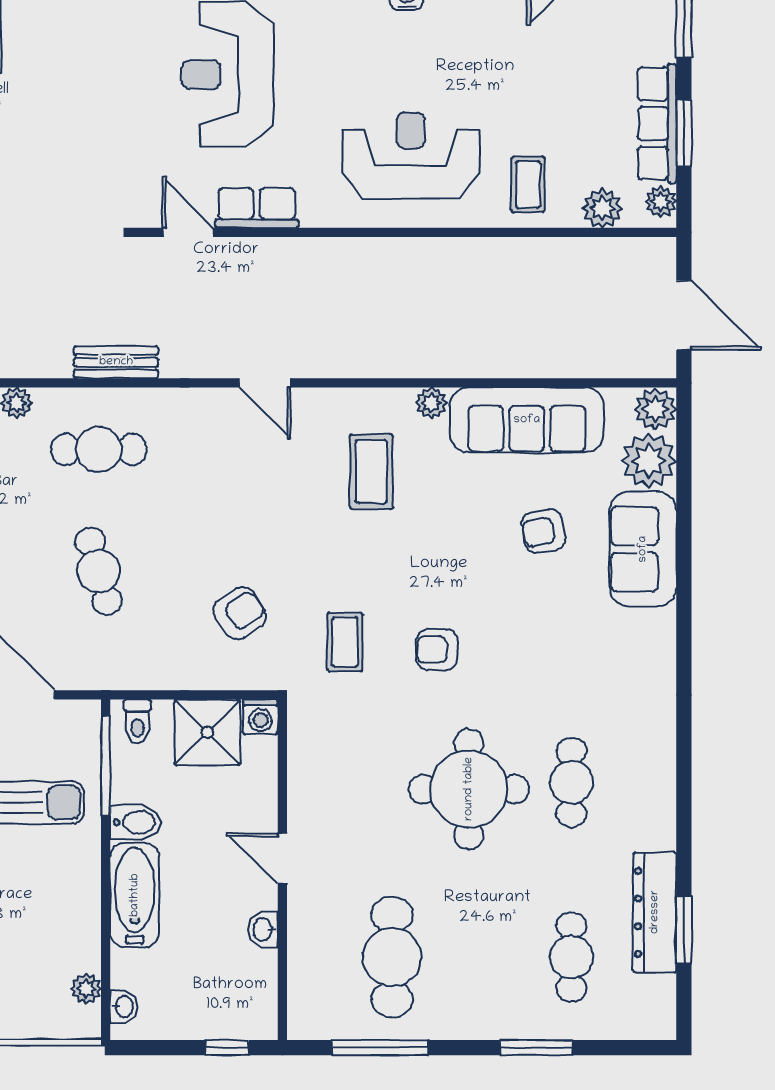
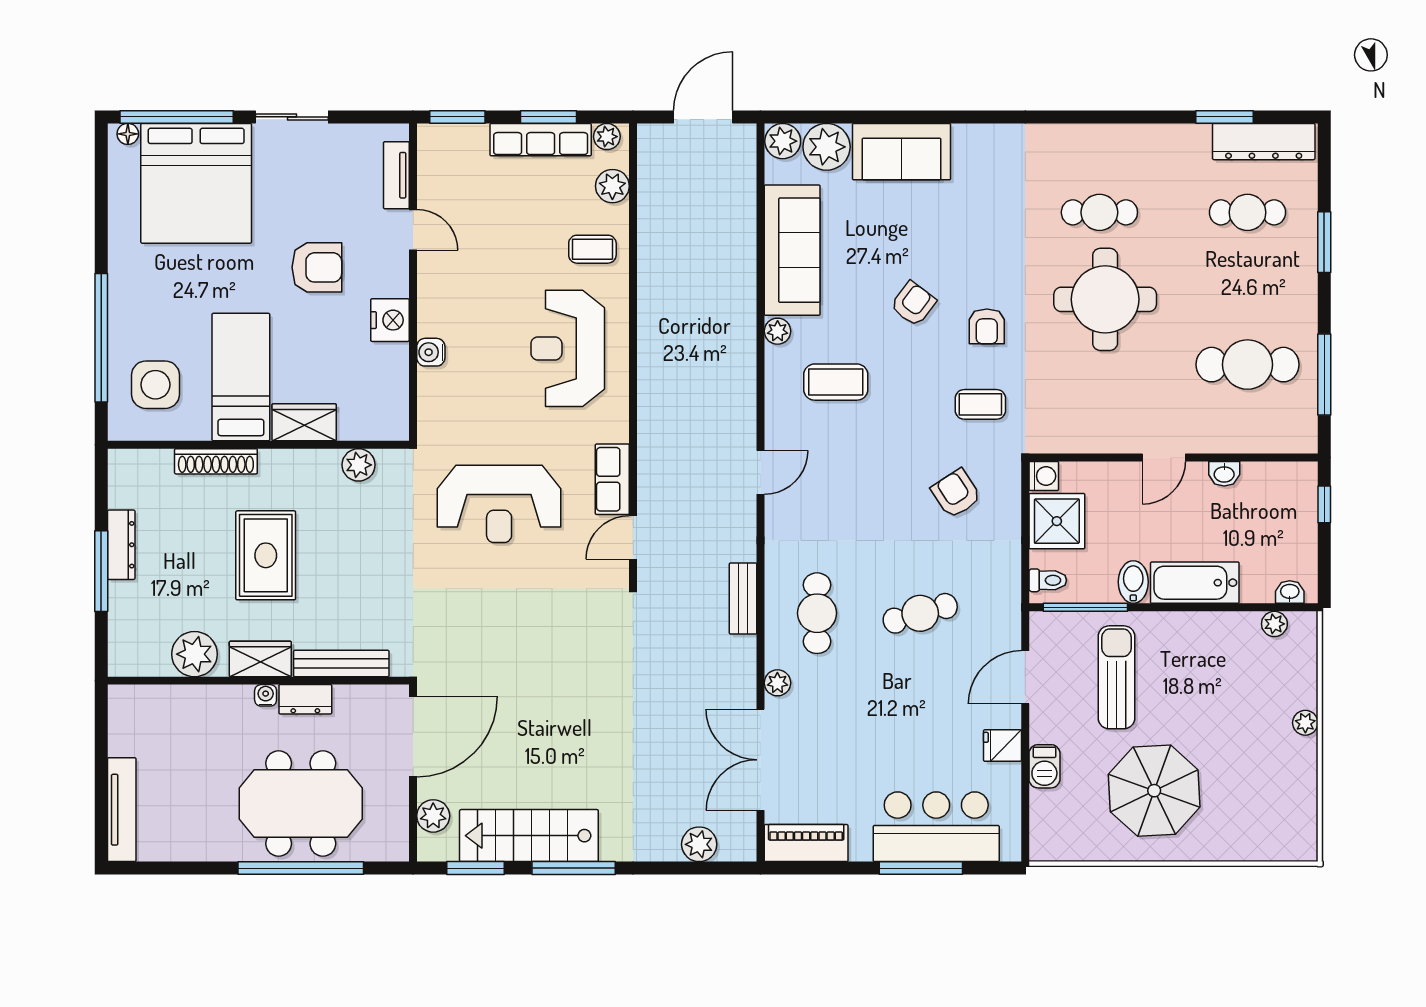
armchair: (543, 531) -> (913, 304), moved, turned -132
dresser: (655, 912) -> (1264, 142), moved

